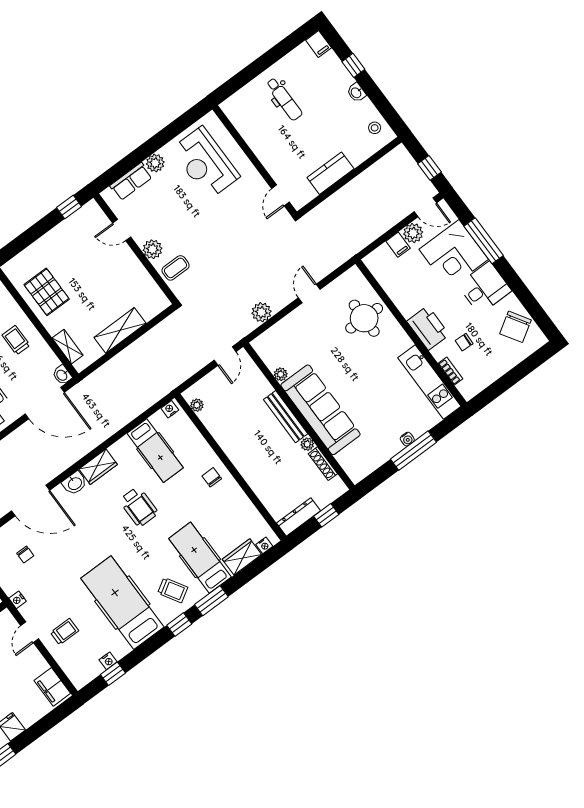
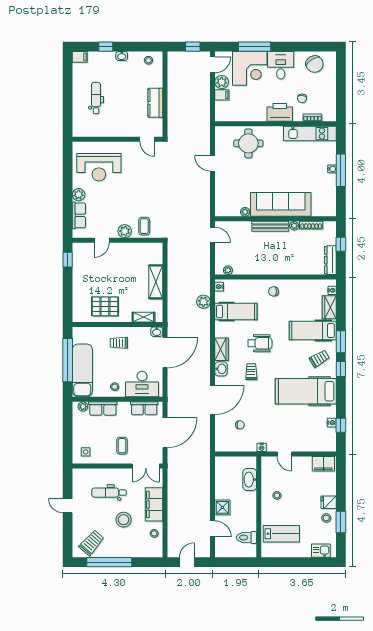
dental chair: (284, 99) -> (96, 98), turned -90
plant: (261, 312) -> (203, 302), moved
trolley: (65, 632) -> (251, 372), moved

